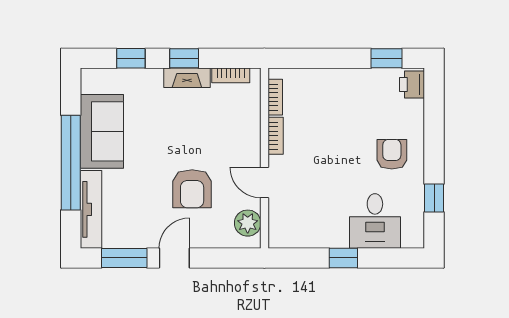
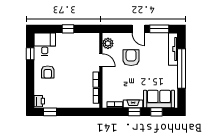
sofa: (102, 131) -> (159, 99), moved, turned 90
desk: (375, 221) -> (45, 44), moved
door: (174, 258) -> (138, 29), hinge flipped

